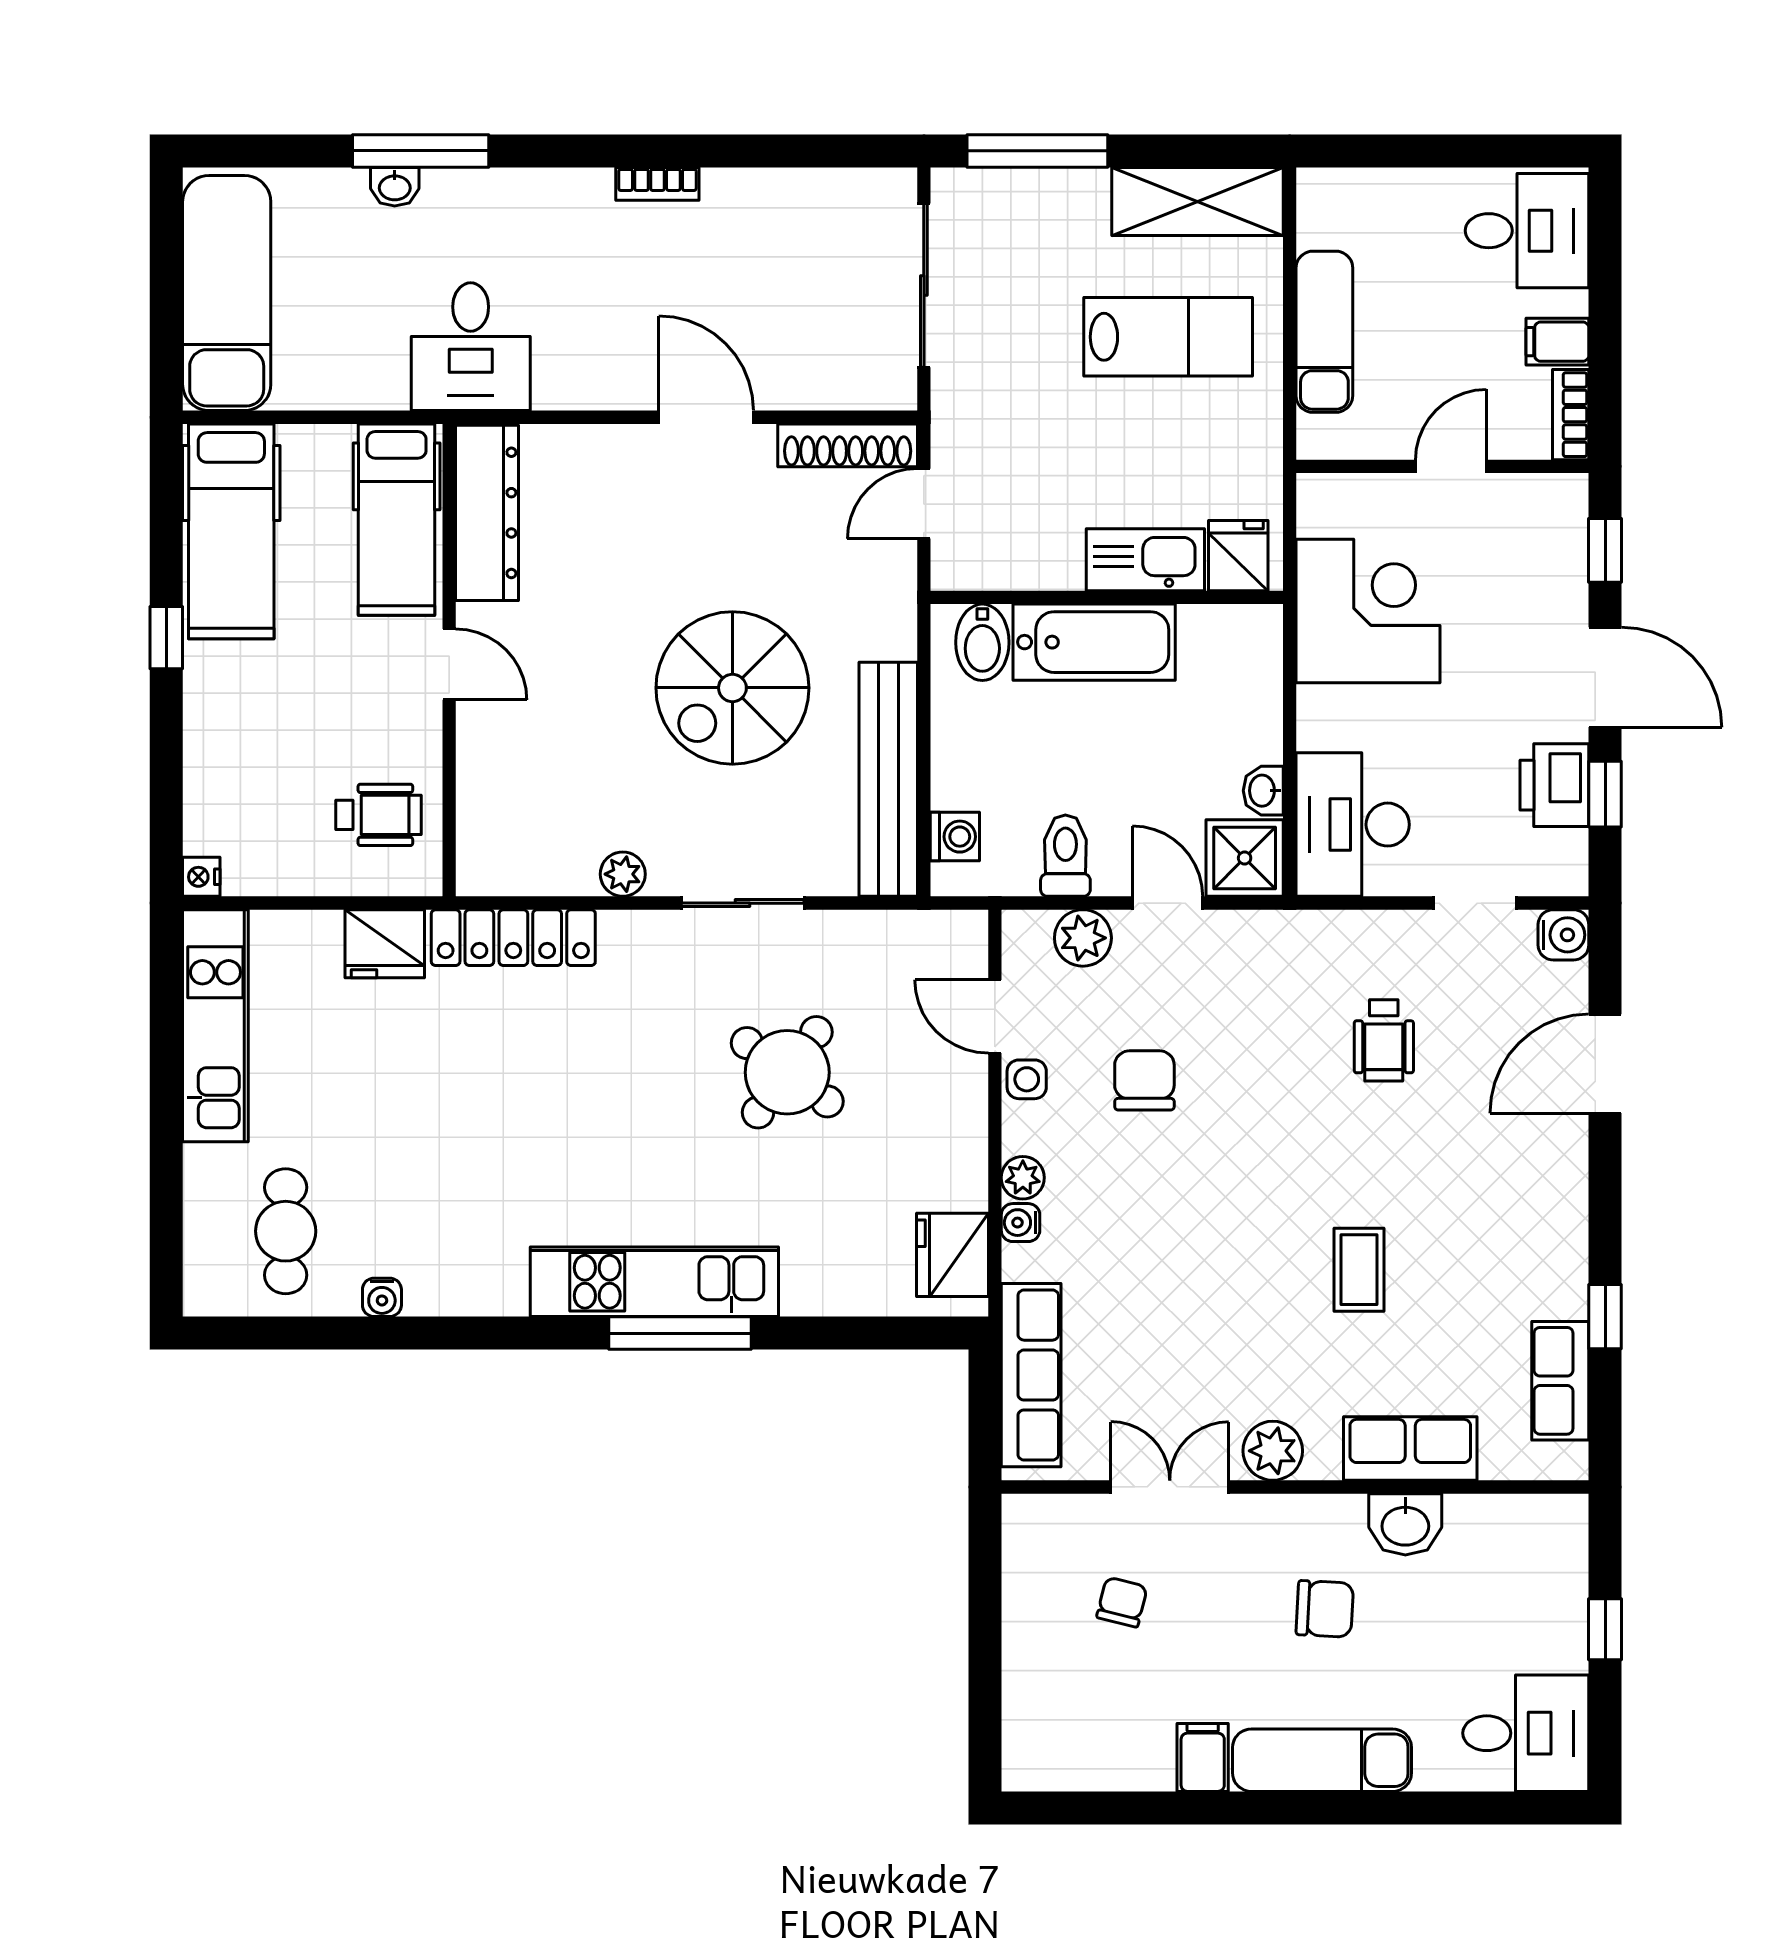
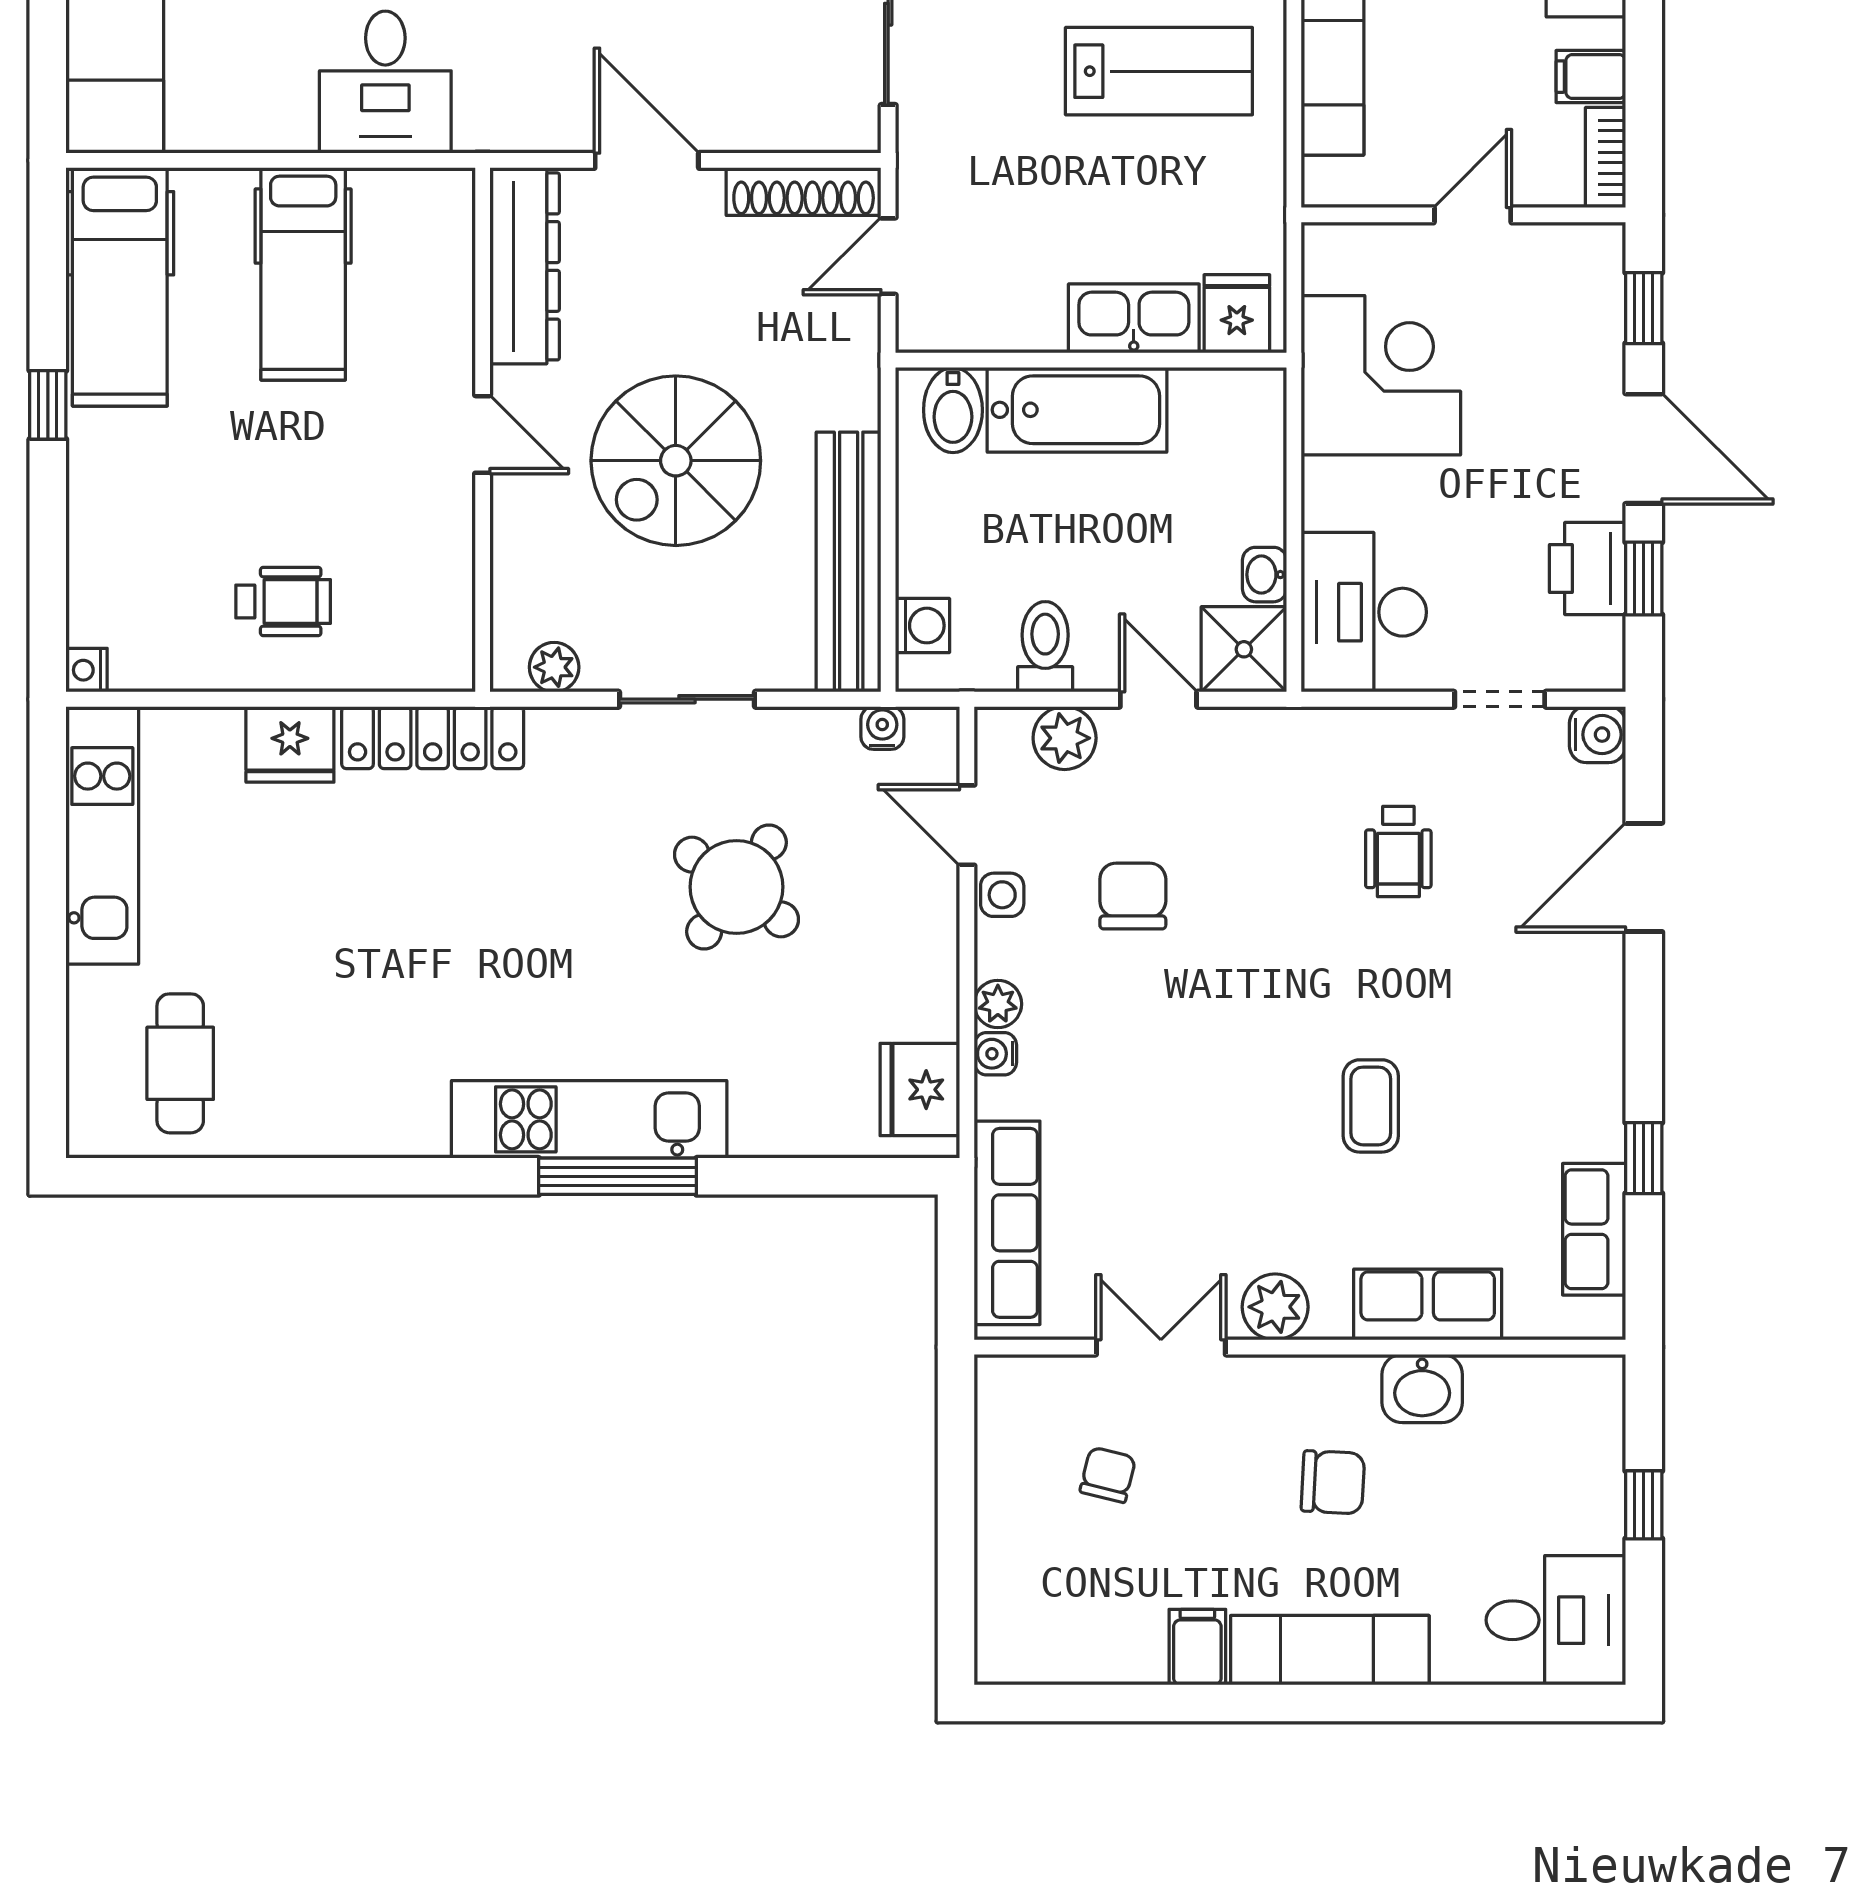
dresser: (487, 513) -> (525, 266), moved
wall: (449, 660) -> (483, 430), moved
door: (449, 664) -> (483, 434), moved
water cooler: (382, 1297) -> (882, 728), moved, turned 180

